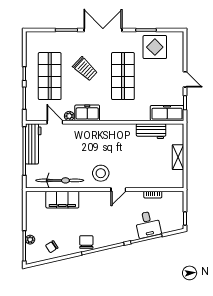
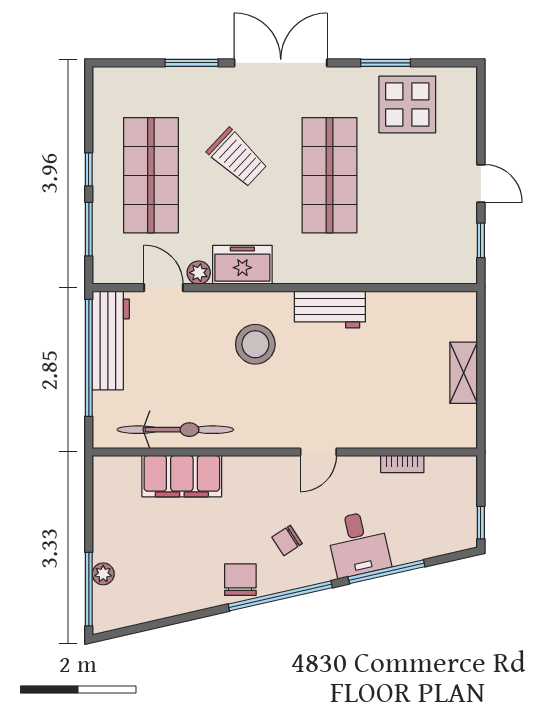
freezer: (167, 113) -> (437, 265), removed
workbench: (151, 131) -> (330, 310), moved
stool: (101, 173) -> (255, 344), moved
desk: (148, 224) -> (358, 544), moved
chair: (52, 247) -> (287, 540), moved

